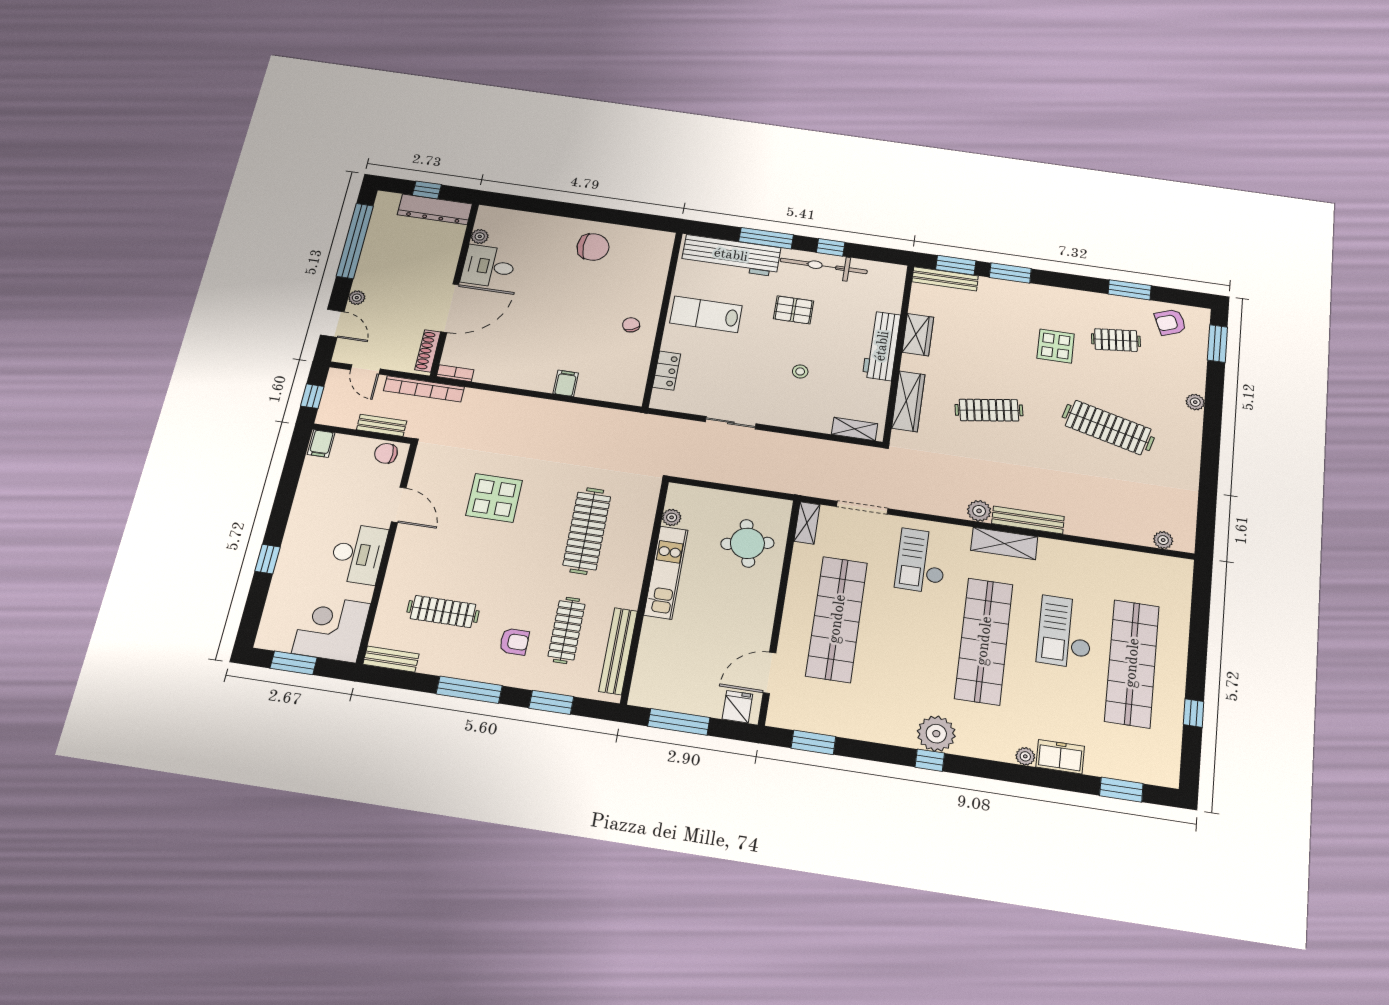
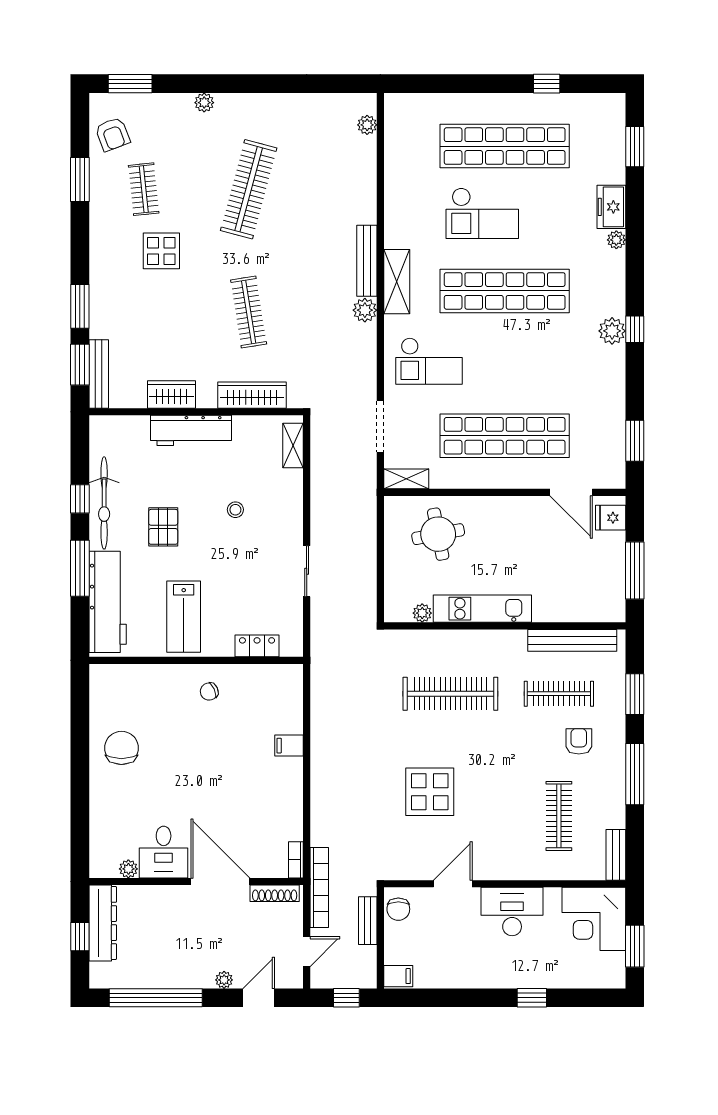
plant: (936, 734) -> (612, 331), width x0.73, depth x0.73

